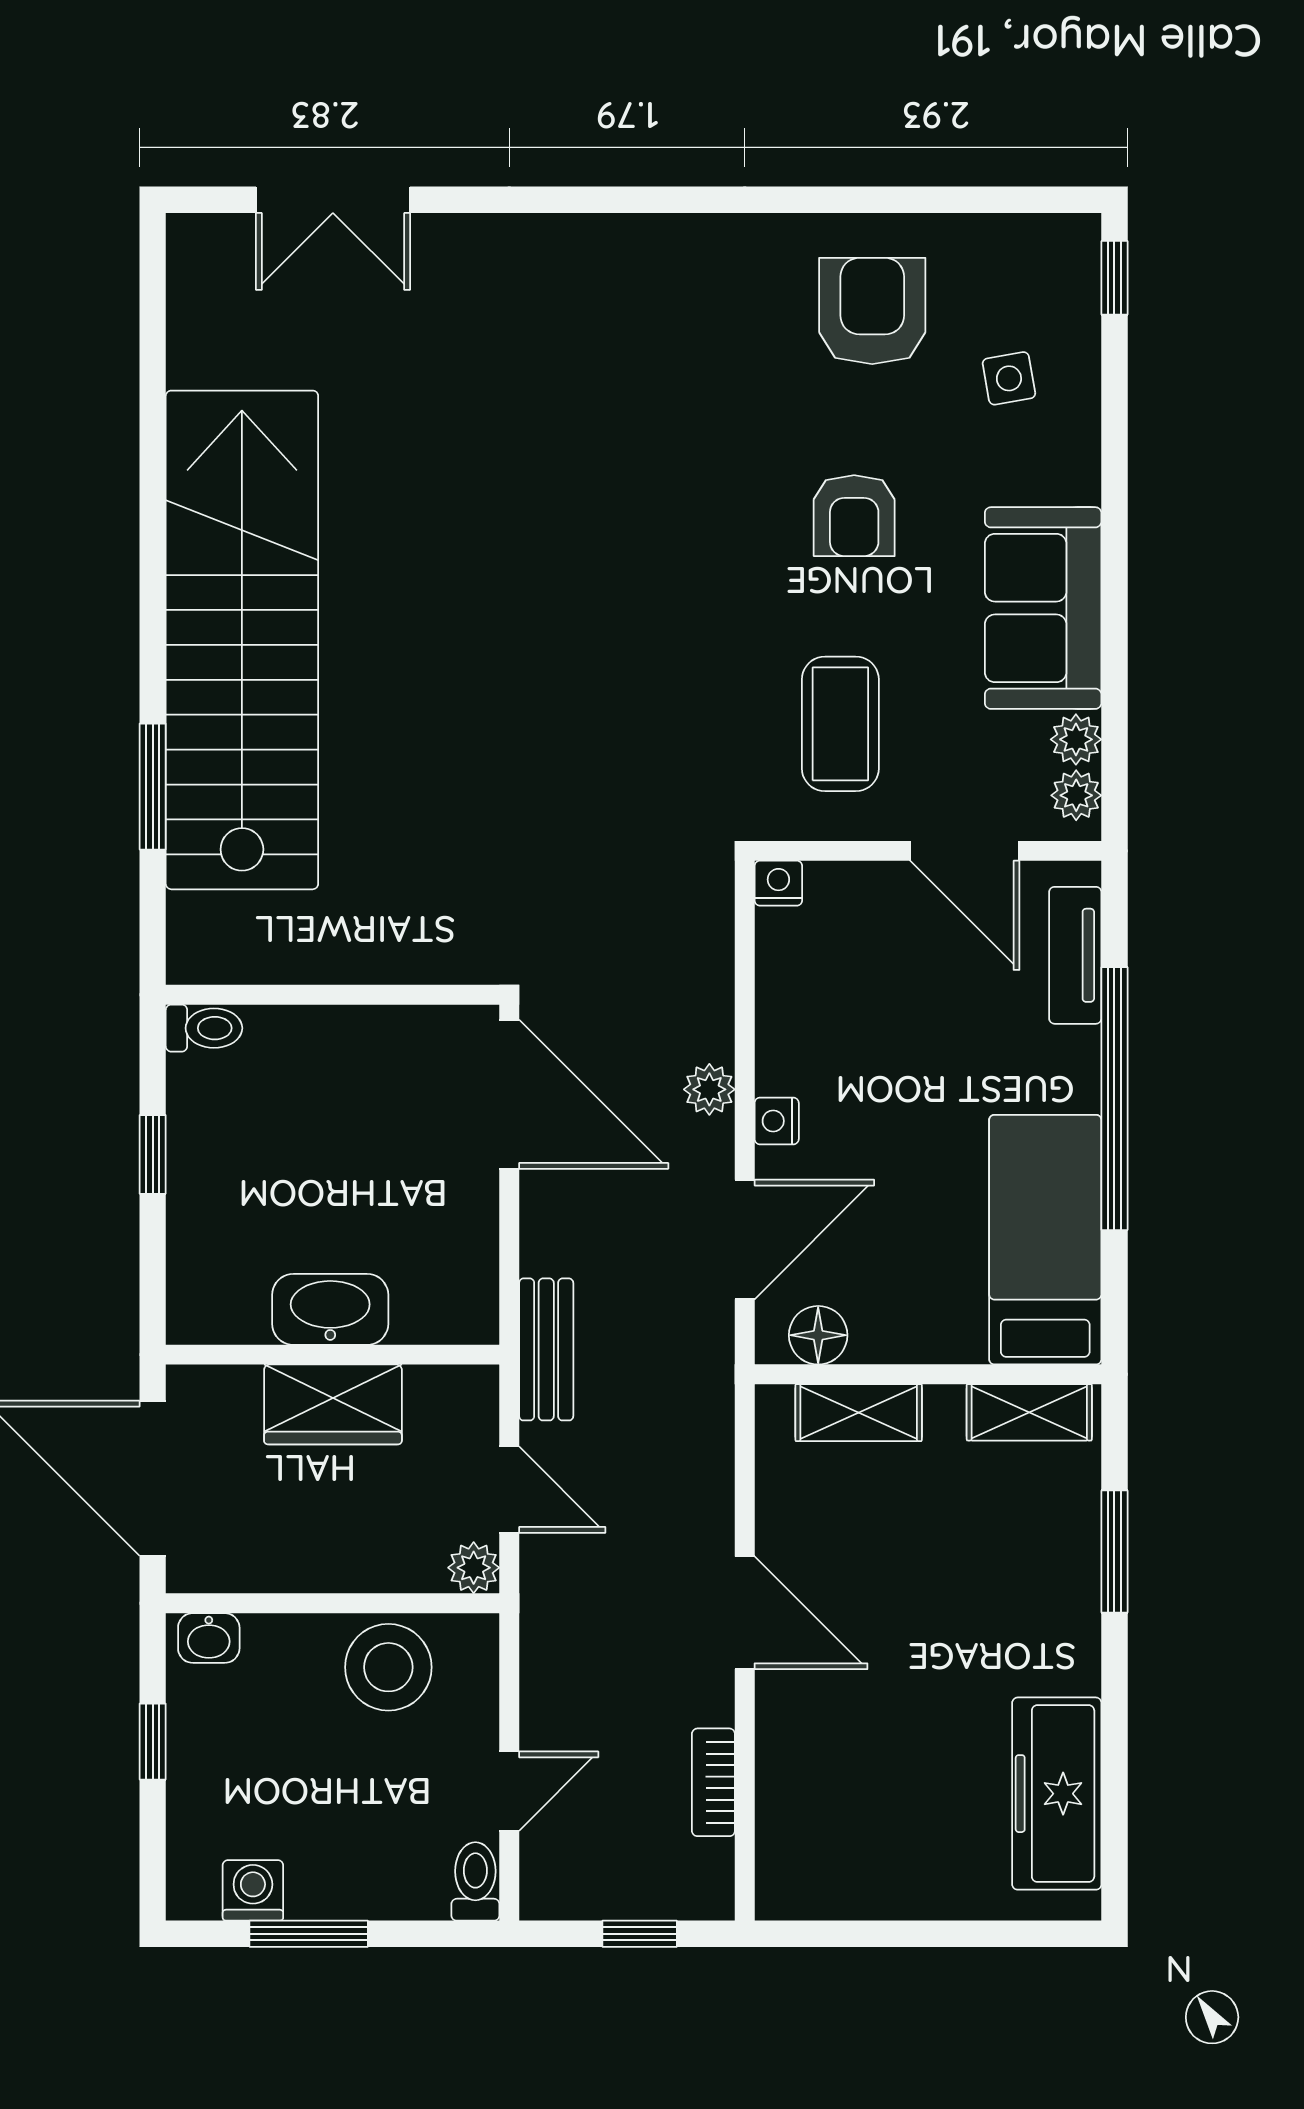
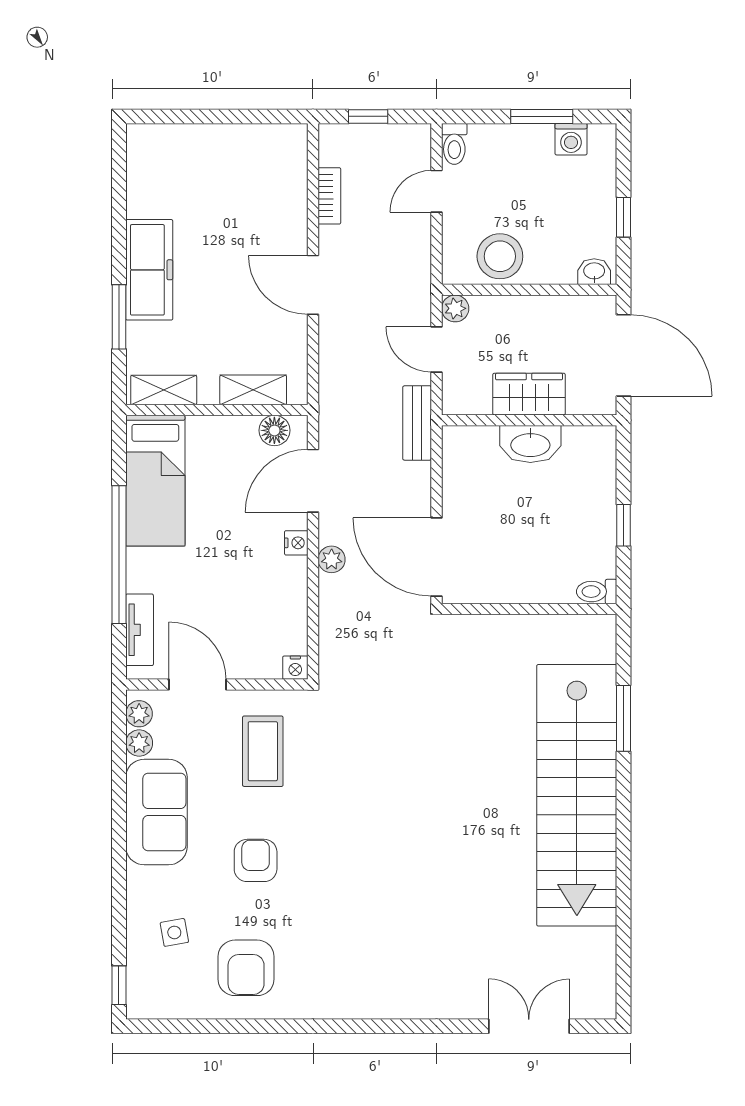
freezer: (1057, 1794) -> (149, 270), moved

